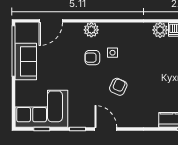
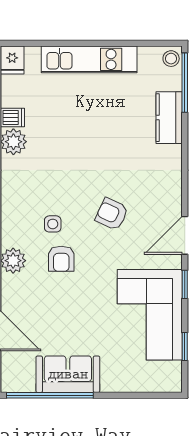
corner sofa: (41, 109) -> (150, 315), moved

